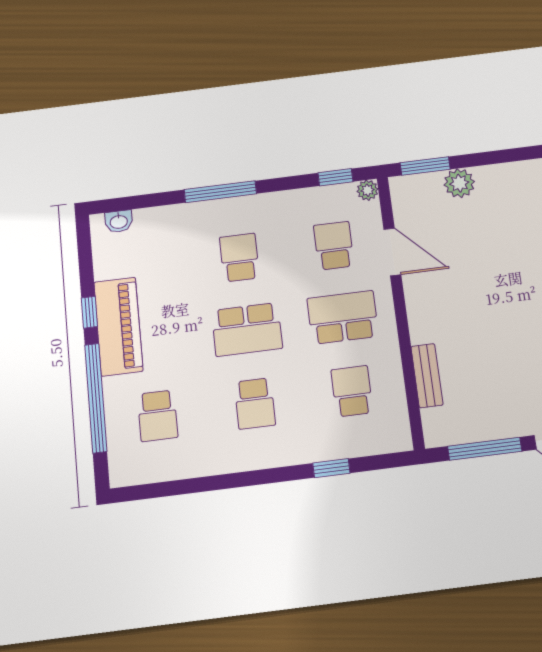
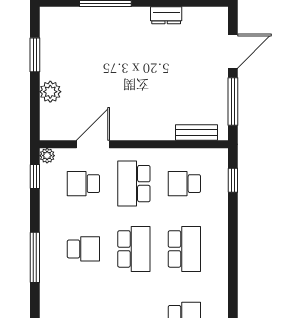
window: (425, 166) -> (35, 55), moved
school desk: (239, 257) -> (83, 249), turned 180
bench: (427, 376) -> (197, 133), moved
school desk: (255, 403) -> (184, 249), width x1.85
window: (331, 468) -> (233, 180), moved

